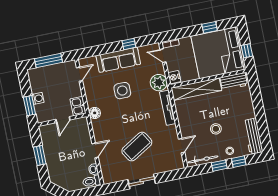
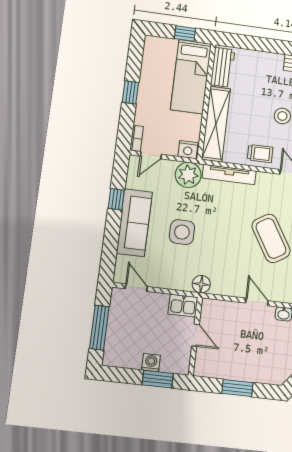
window: (210, 27) -> (130, 92), moved
bed: (219, 53) -> (191, 77), width x0.49
trolley: (187, 123) -> (260, 154), added

